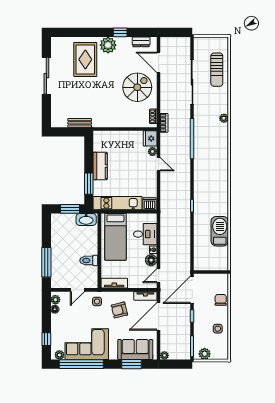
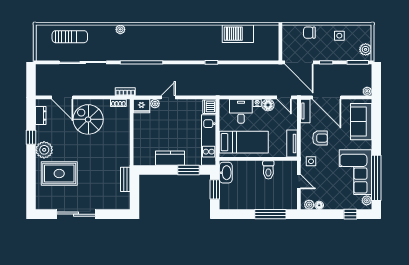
door: (159, 62) -> (62, 97), hinge flipped
armchair: (119, 310) -> (320, 138), turned -76
window: (132, 364) -> (376, 125), removed

